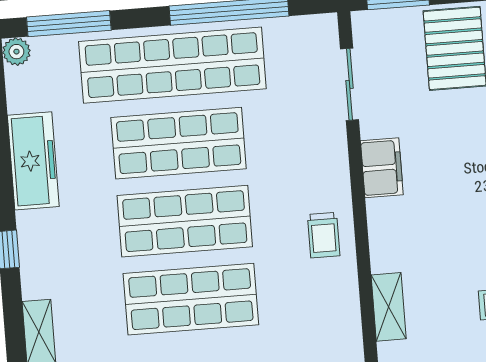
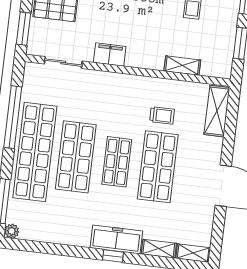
freezer: (33, 161) -> (116, 239), moved
shop shelf: (185, 221) -> (117, 162), width x0.70, depth x0.74
trolley: (324, 235) -> (162, 115), moved

